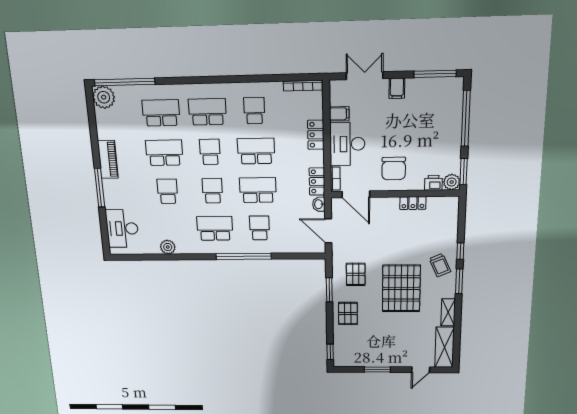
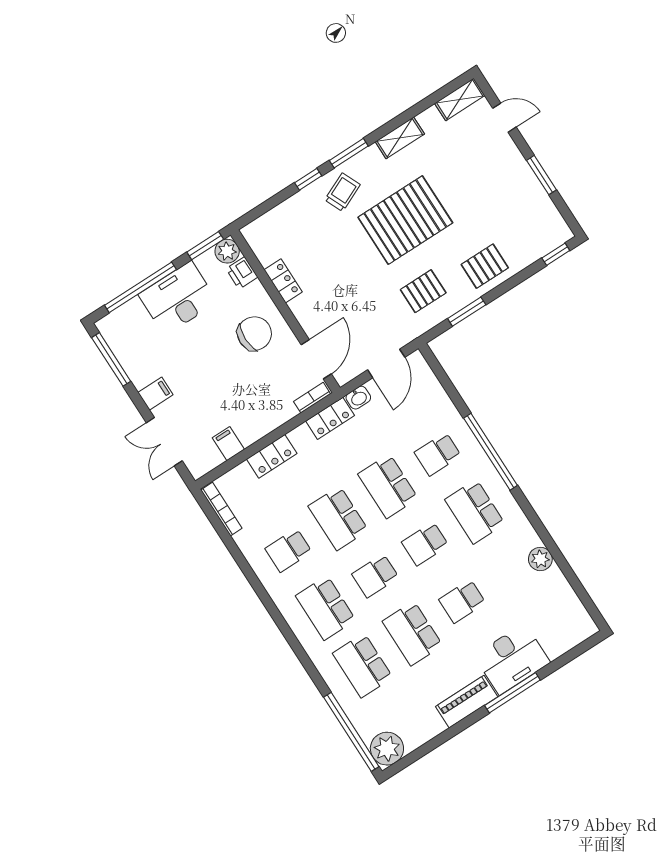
desk: (347, 144) -> (178, 298), moved, turned 180
desk: (122, 229) -> (512, 659), moved
shelving: (444, 347) -> (460, 99), width x0.67, depth x0.75

